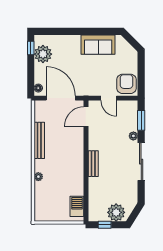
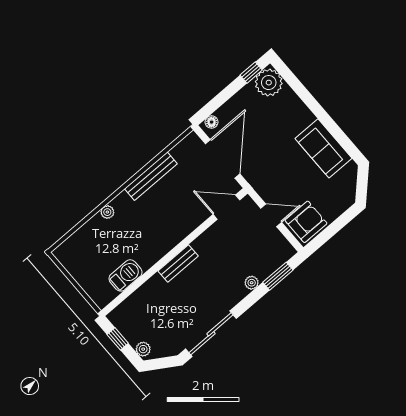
plant: (43, 54) -> (269, 83), moved
door: (109, 98) -> (271, 215), swing flipped
sliding door: (141, 162) -> (211, 334), moved
barbecue: (77, 206) -> (126, 275), moved
plant: (116, 212) -> (143, 349), width x0.53, depth x0.53

